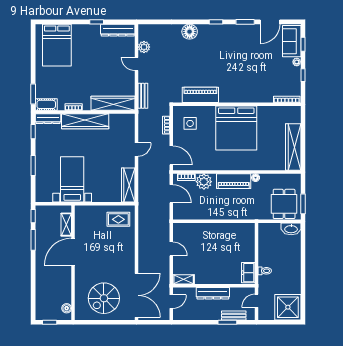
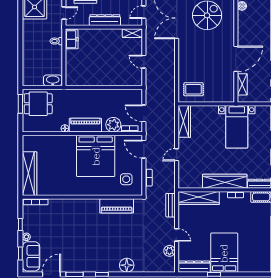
bed: (57, 45) -> (224, 253), moved
bed: (236, 128) -> (96, 156), moved, turned 180
wardrobe: (293, 147) -> (30, 174), moved
dining table: (284, 204) -> (38, 104), turned 90
washbasin: (291, 229) -> (53, 80), moved

